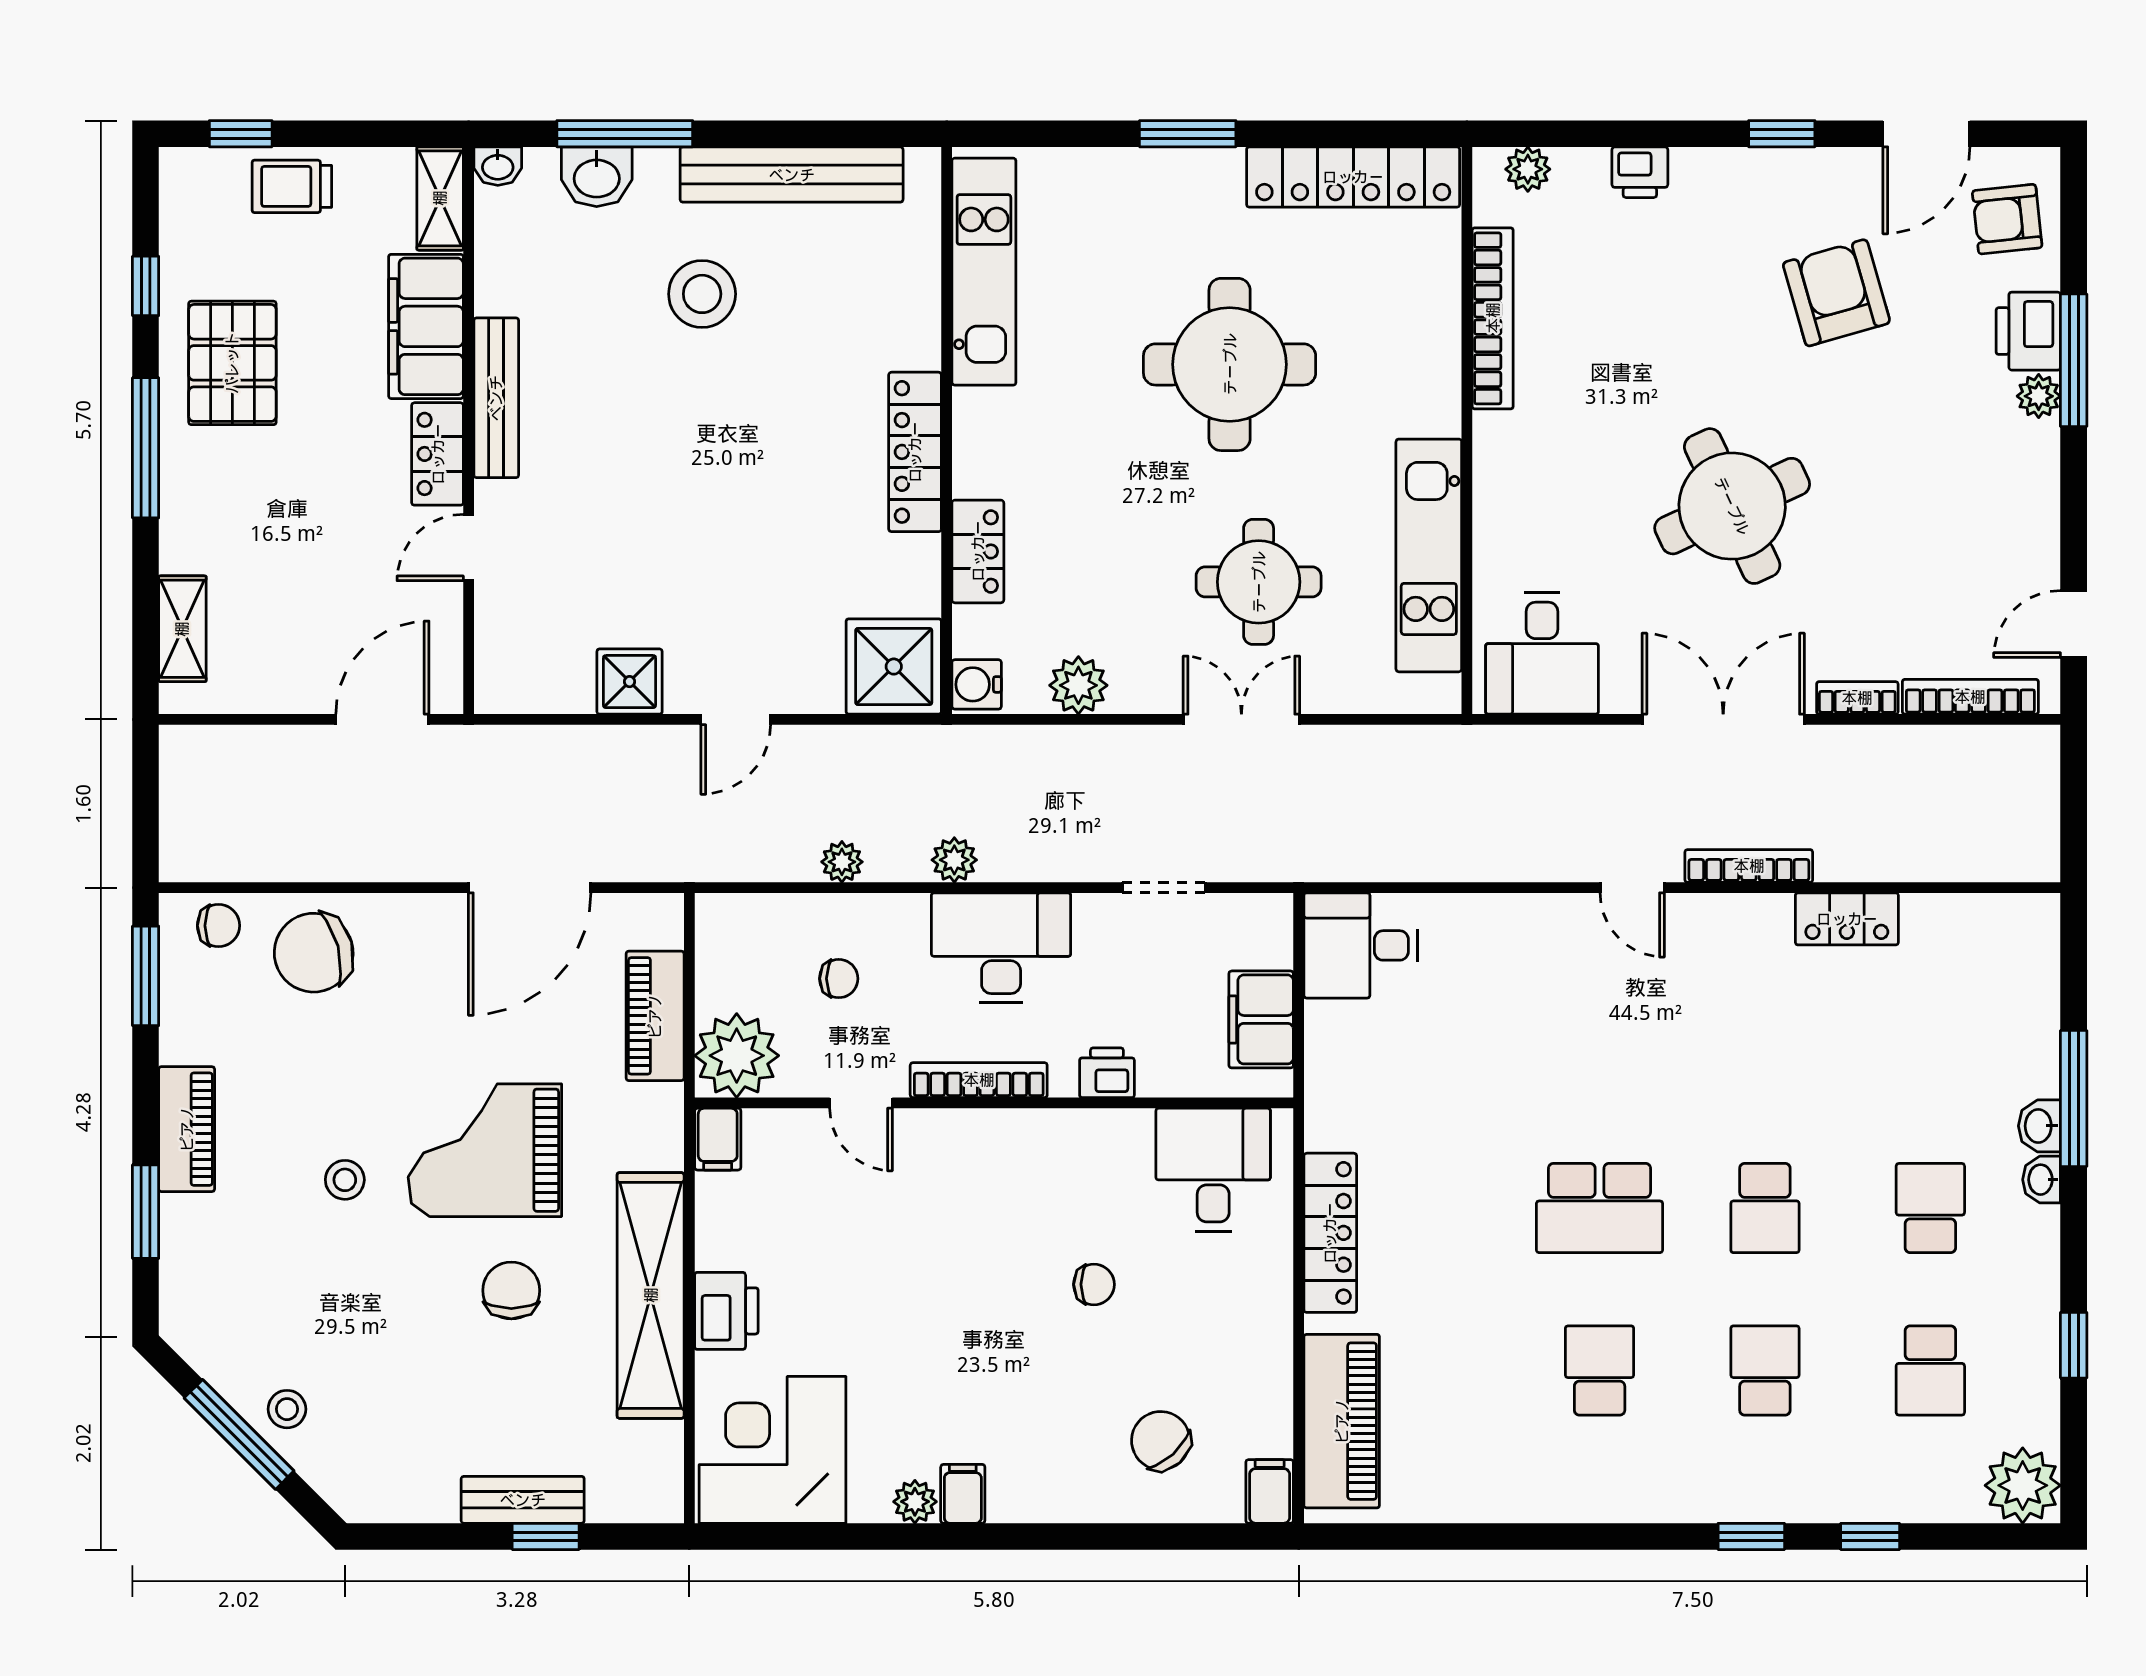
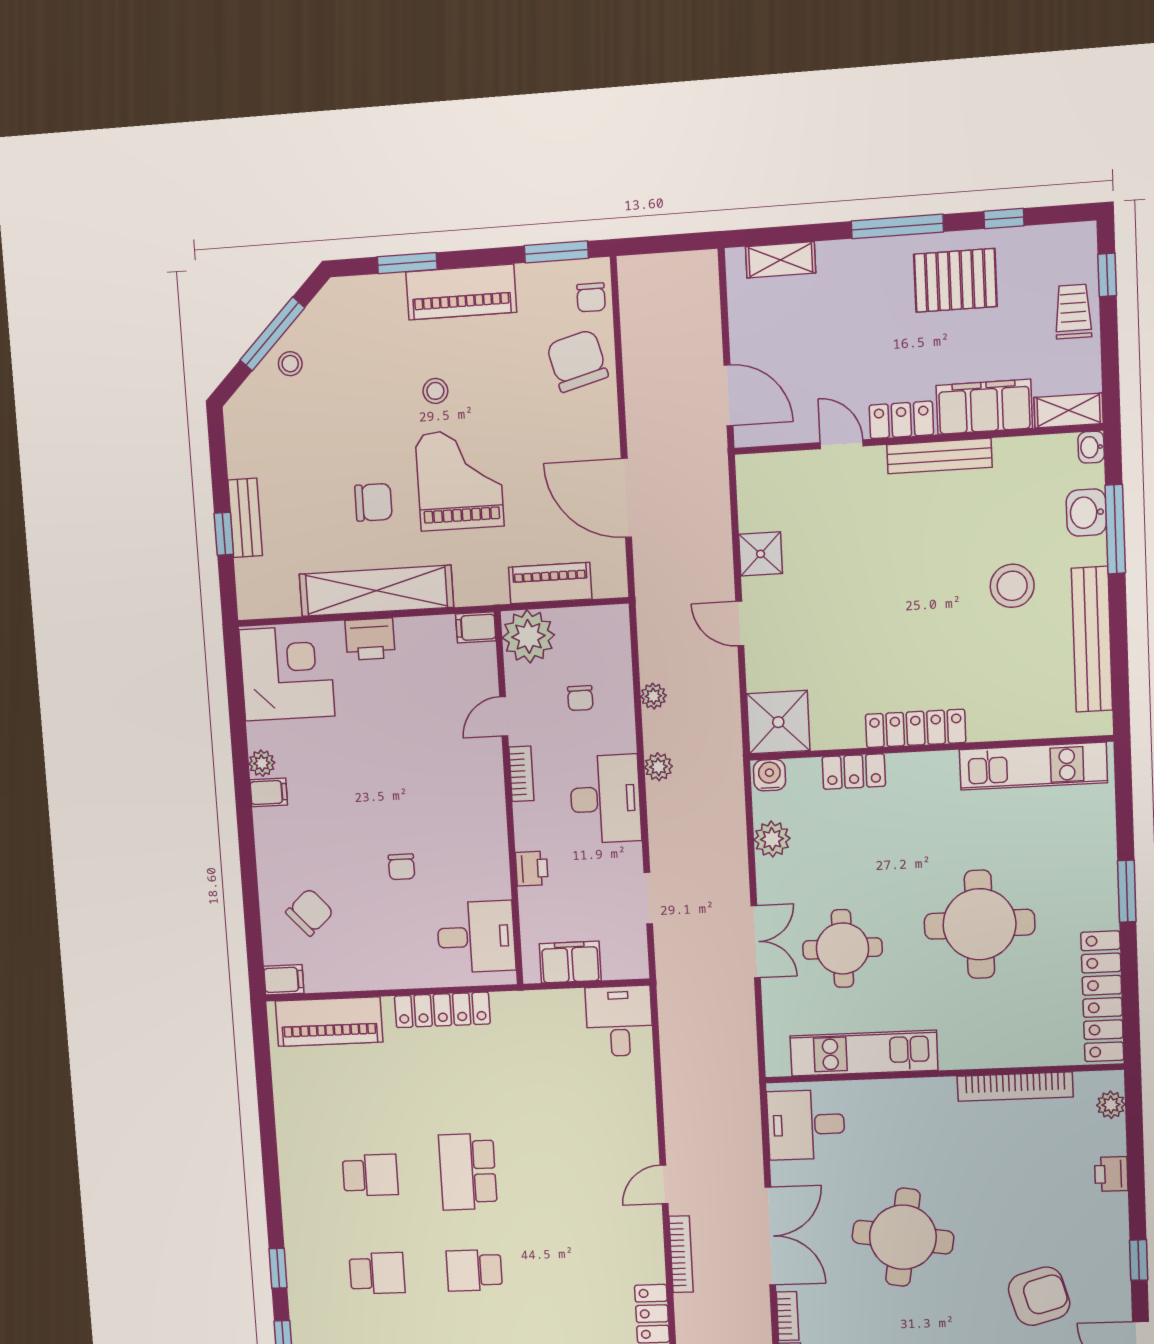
round table: (1732, 506) -> (903, 1237), turned 34
bookcase: (979, 1080) -> (521, 774), width x0.64
piano: (187, 1129) -> (461, 292), width x1.37, depth x1.33

